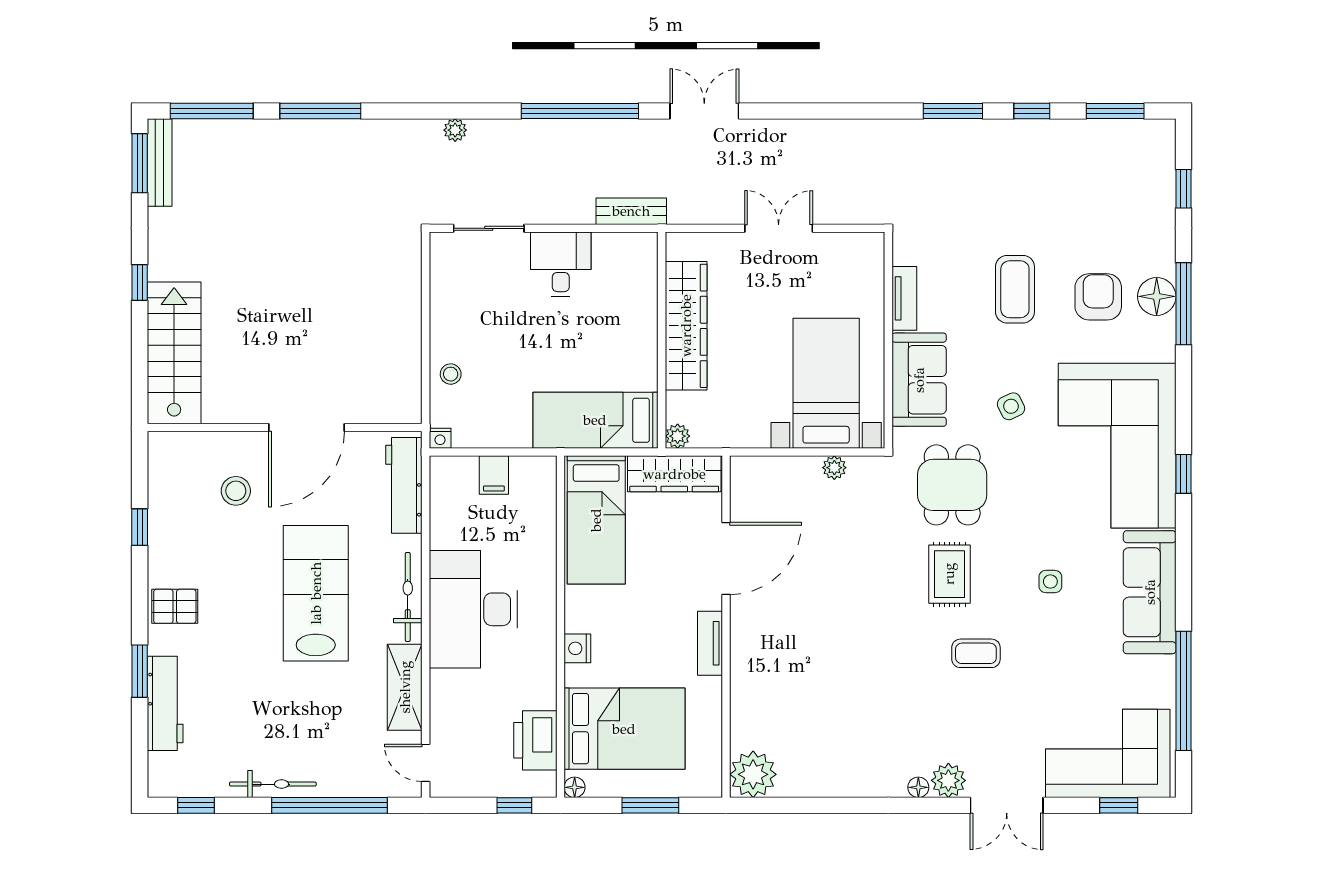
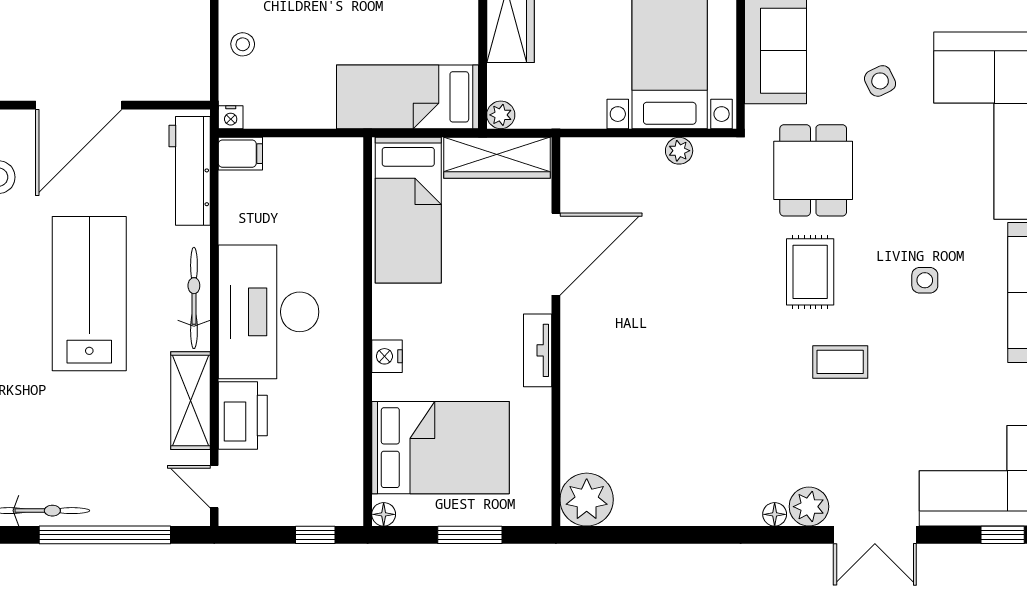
filing cabinet: (494, 475) -> (240, 154), moved, turned -90
printer: (535, 740) -> (243, 416), moved, turned 180

